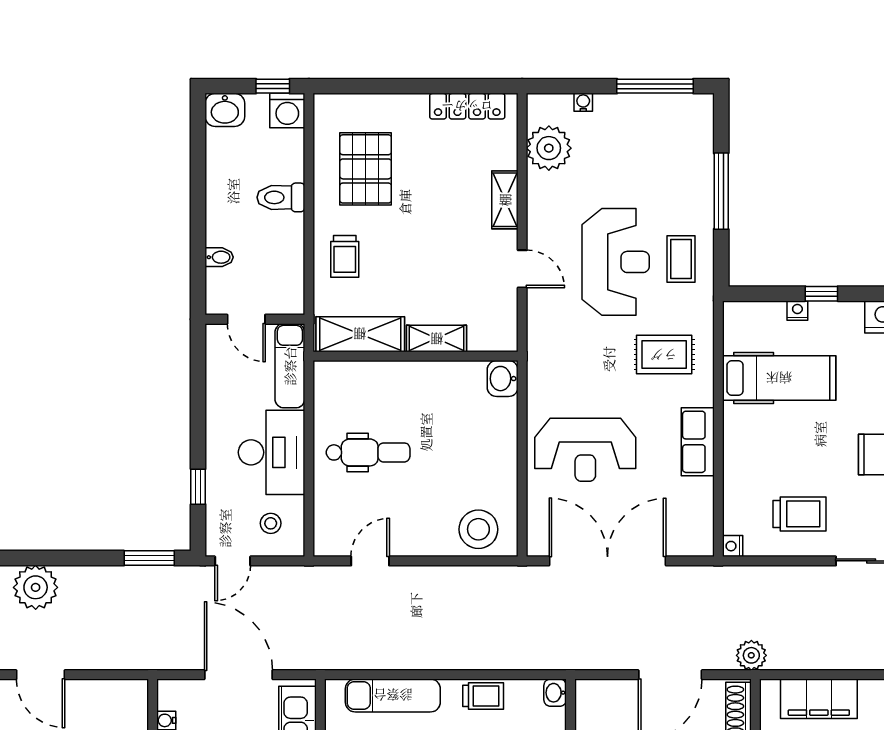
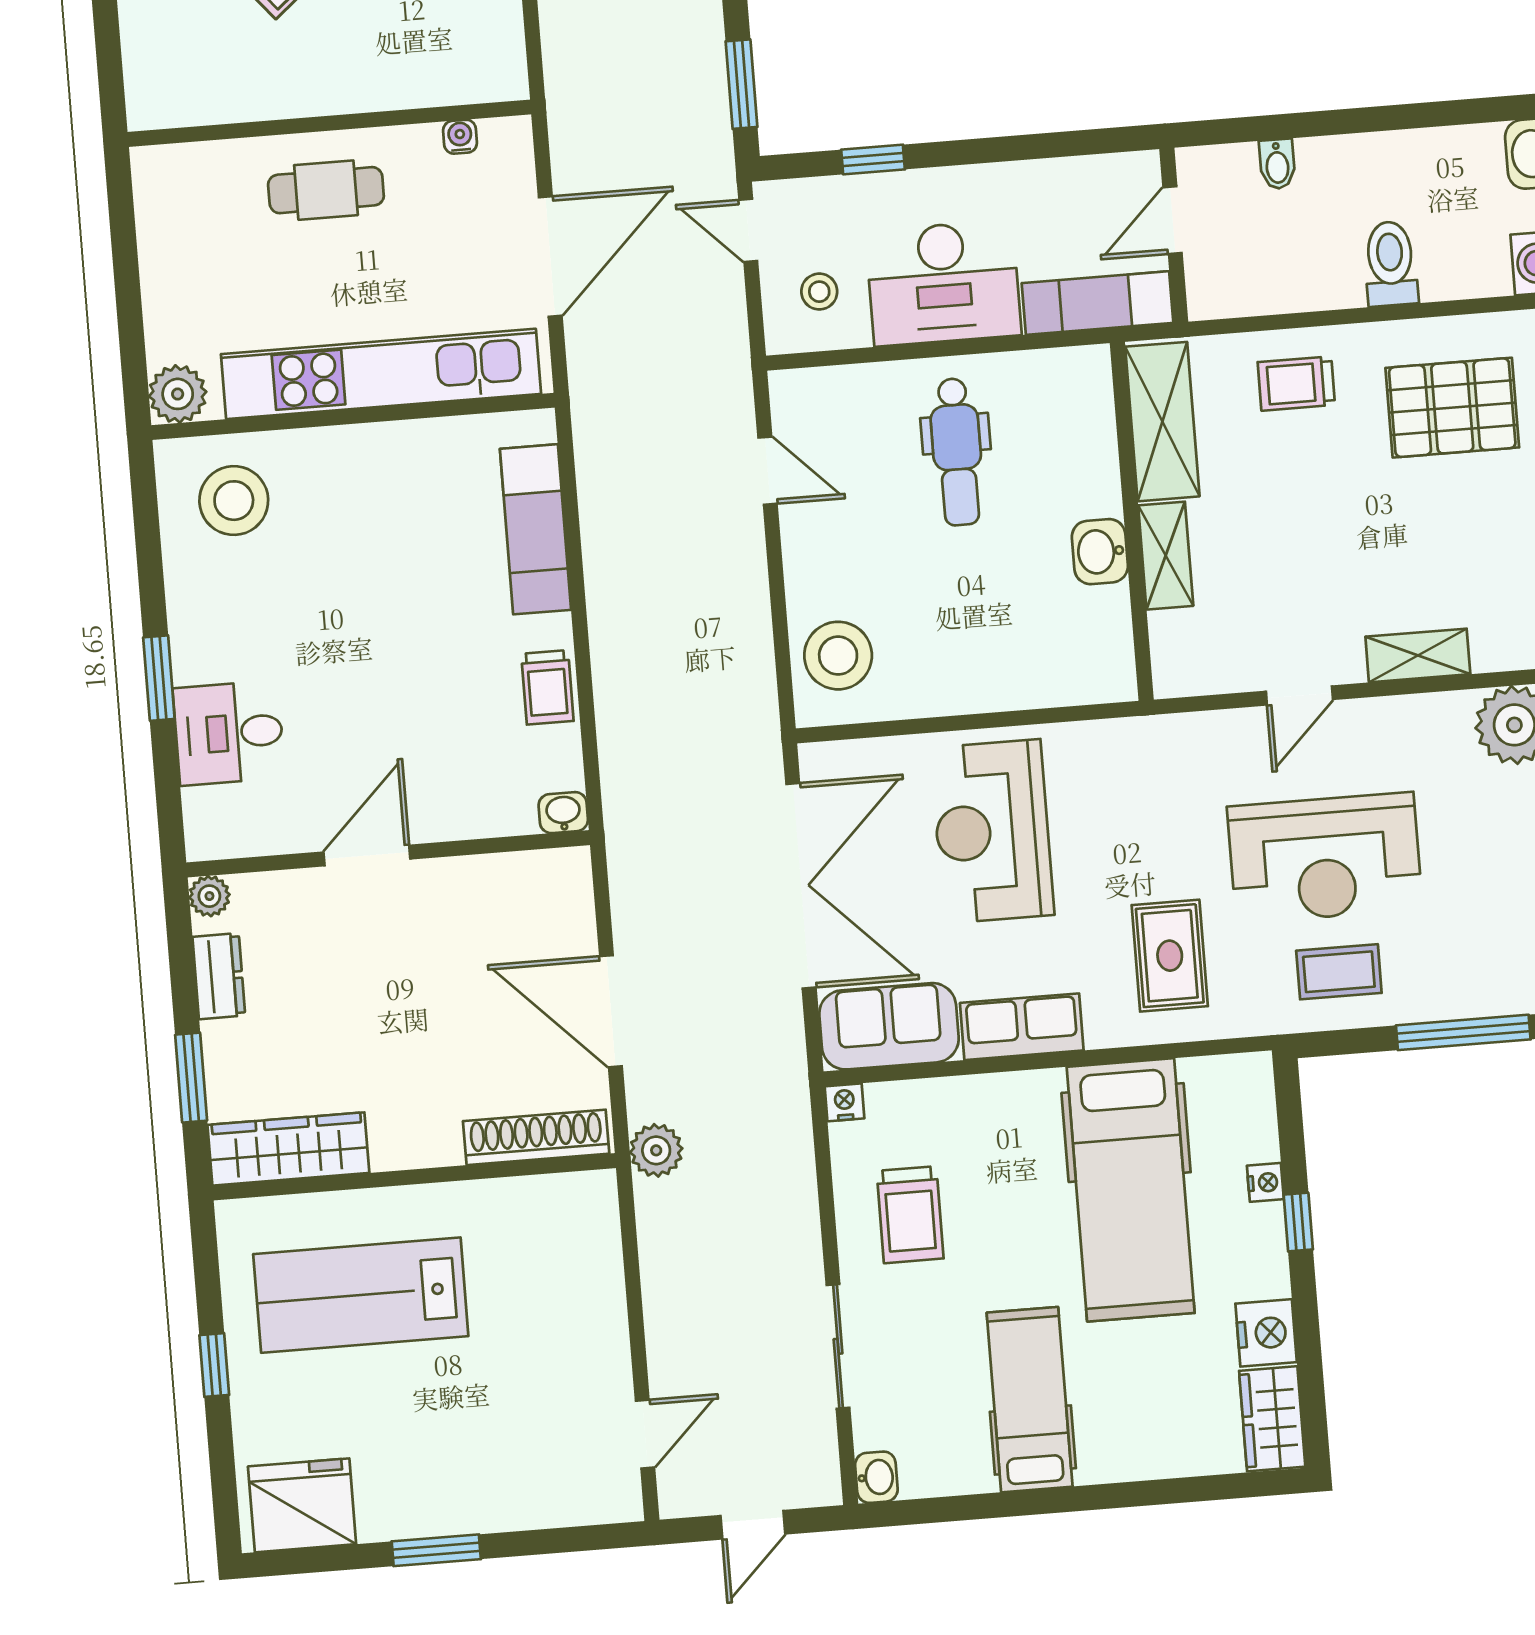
hospital bed: (779, 378) -> (1131, 1190), width x1.37, depth x1.29
washbasin: (503, 379) -> (1100, 552), moved, turned -90
sofa: (691, 517) -> (889, 1026), added
filing cabinet: (819, 699) -> (590, 1275), removed

